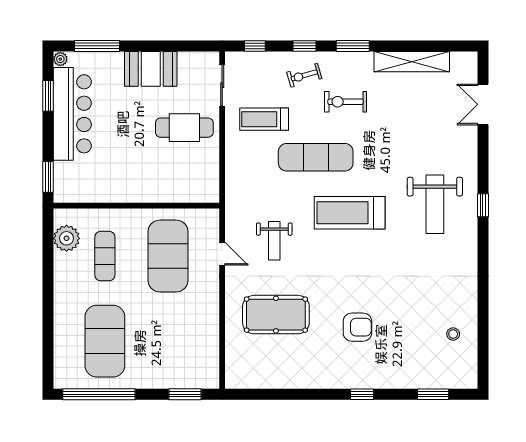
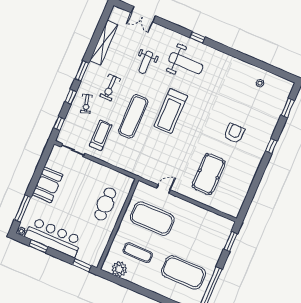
treadmill: (264, 119) -> (101, 135), turned 180
cafe table: (184, 128) -> (105, 204), moved
weight bench: (274, 241) -> (146, 62), moved, turned 90

